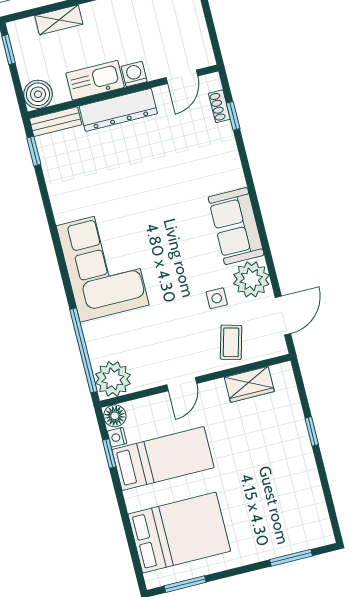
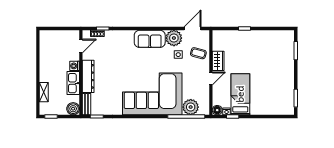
door: (182, 77) -> (81, 46), hinge flipped
corner sofa: (103, 265) -> (152, 94), width x1.36, depth x1.36
door: (283, 316) -> (192, 28), hinge flipped
plant: (113, 379) -> (191, 107), moved
door: (182, 384) -> (211, 78), hinge flipped
wardrobe: (249, 384) -> (218, 61), moved
bed: (179, 533) -> (273, 95), removed

